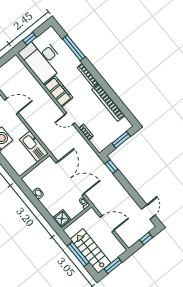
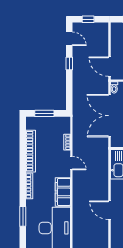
window: (74, 48) -> (23, 216), width x0.69
window: (111, 167) -> (69, 63), moved
door: (148, 212) -> (69, 39), swing flipped
door: (107, 224) -> (110, 67), moved

